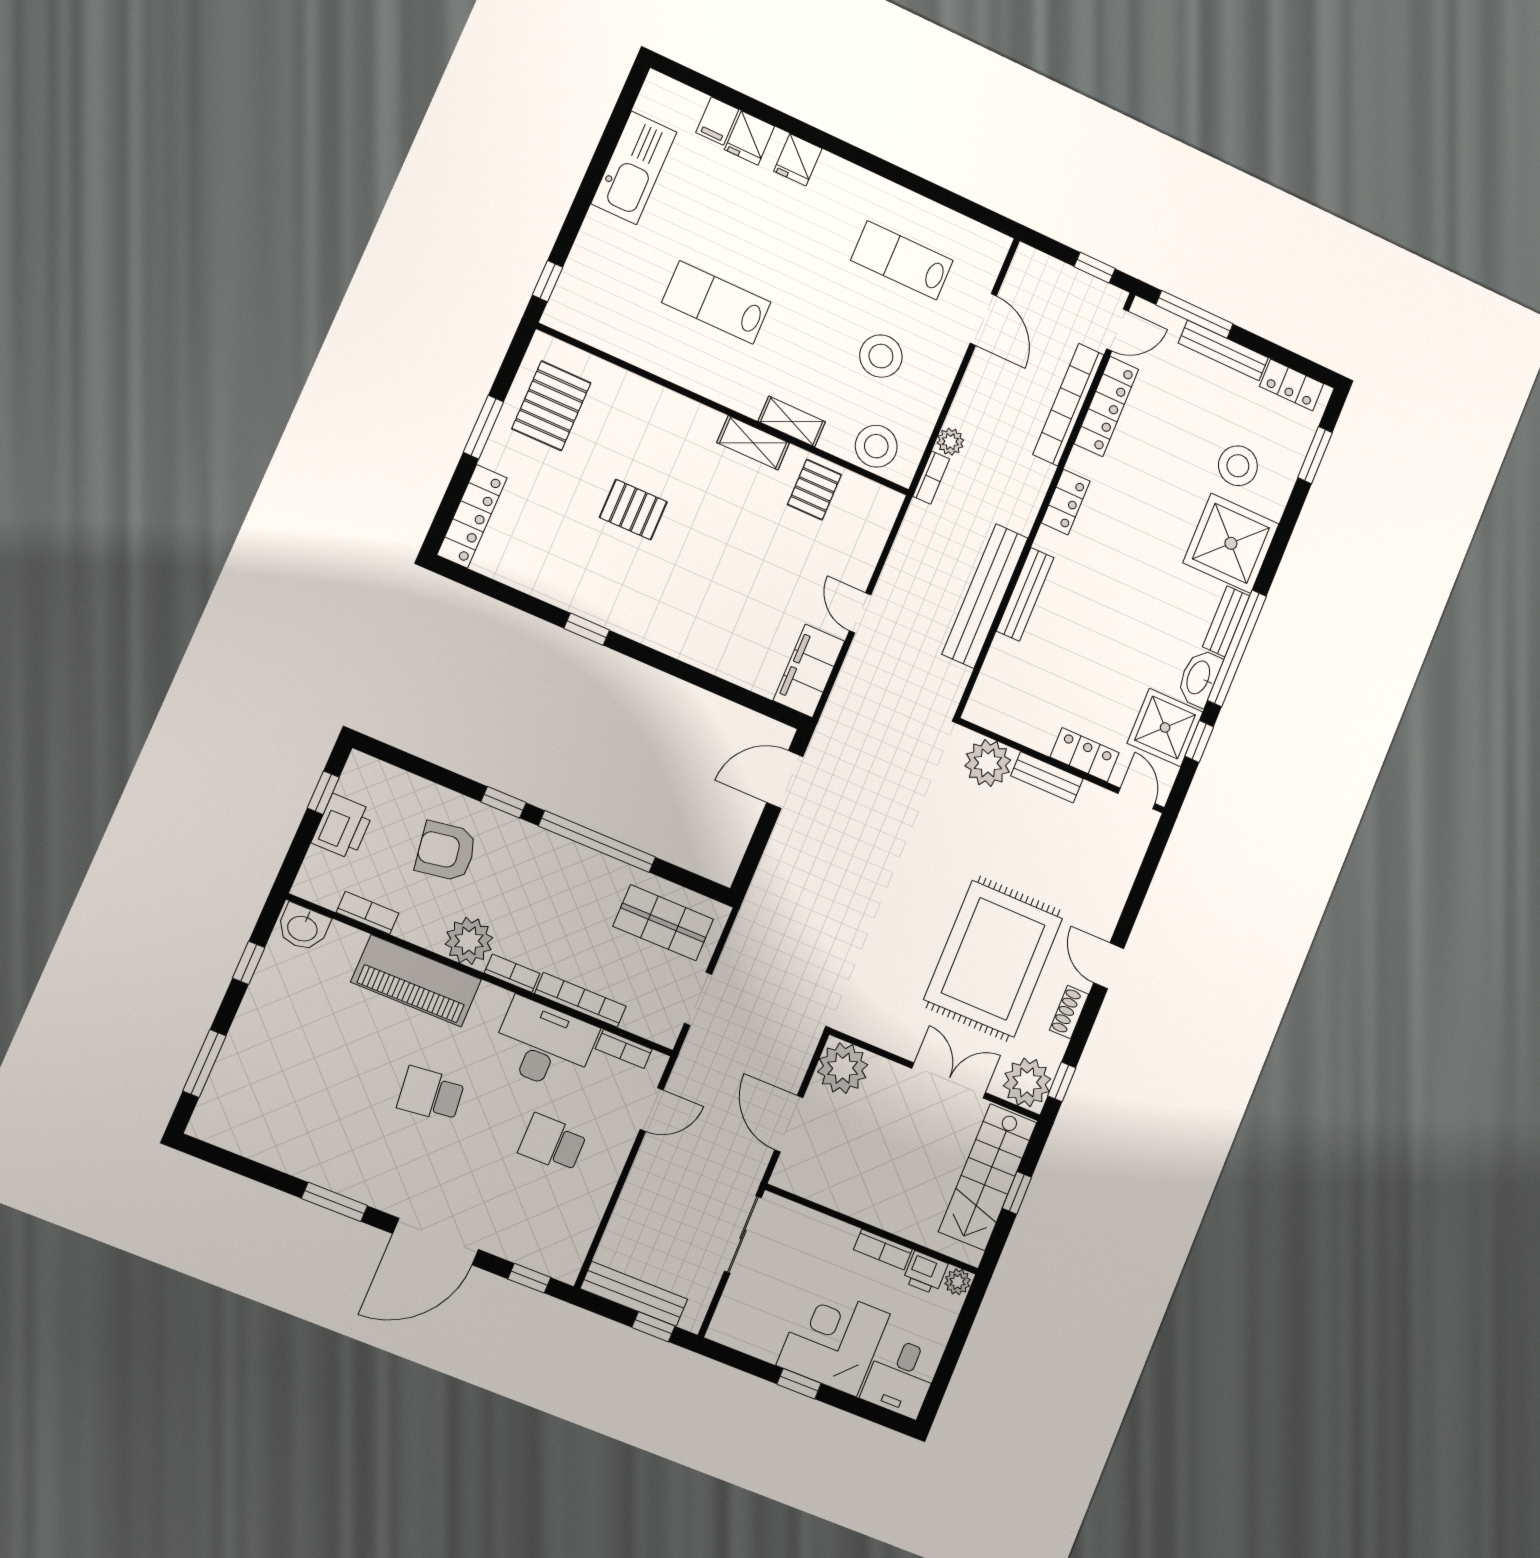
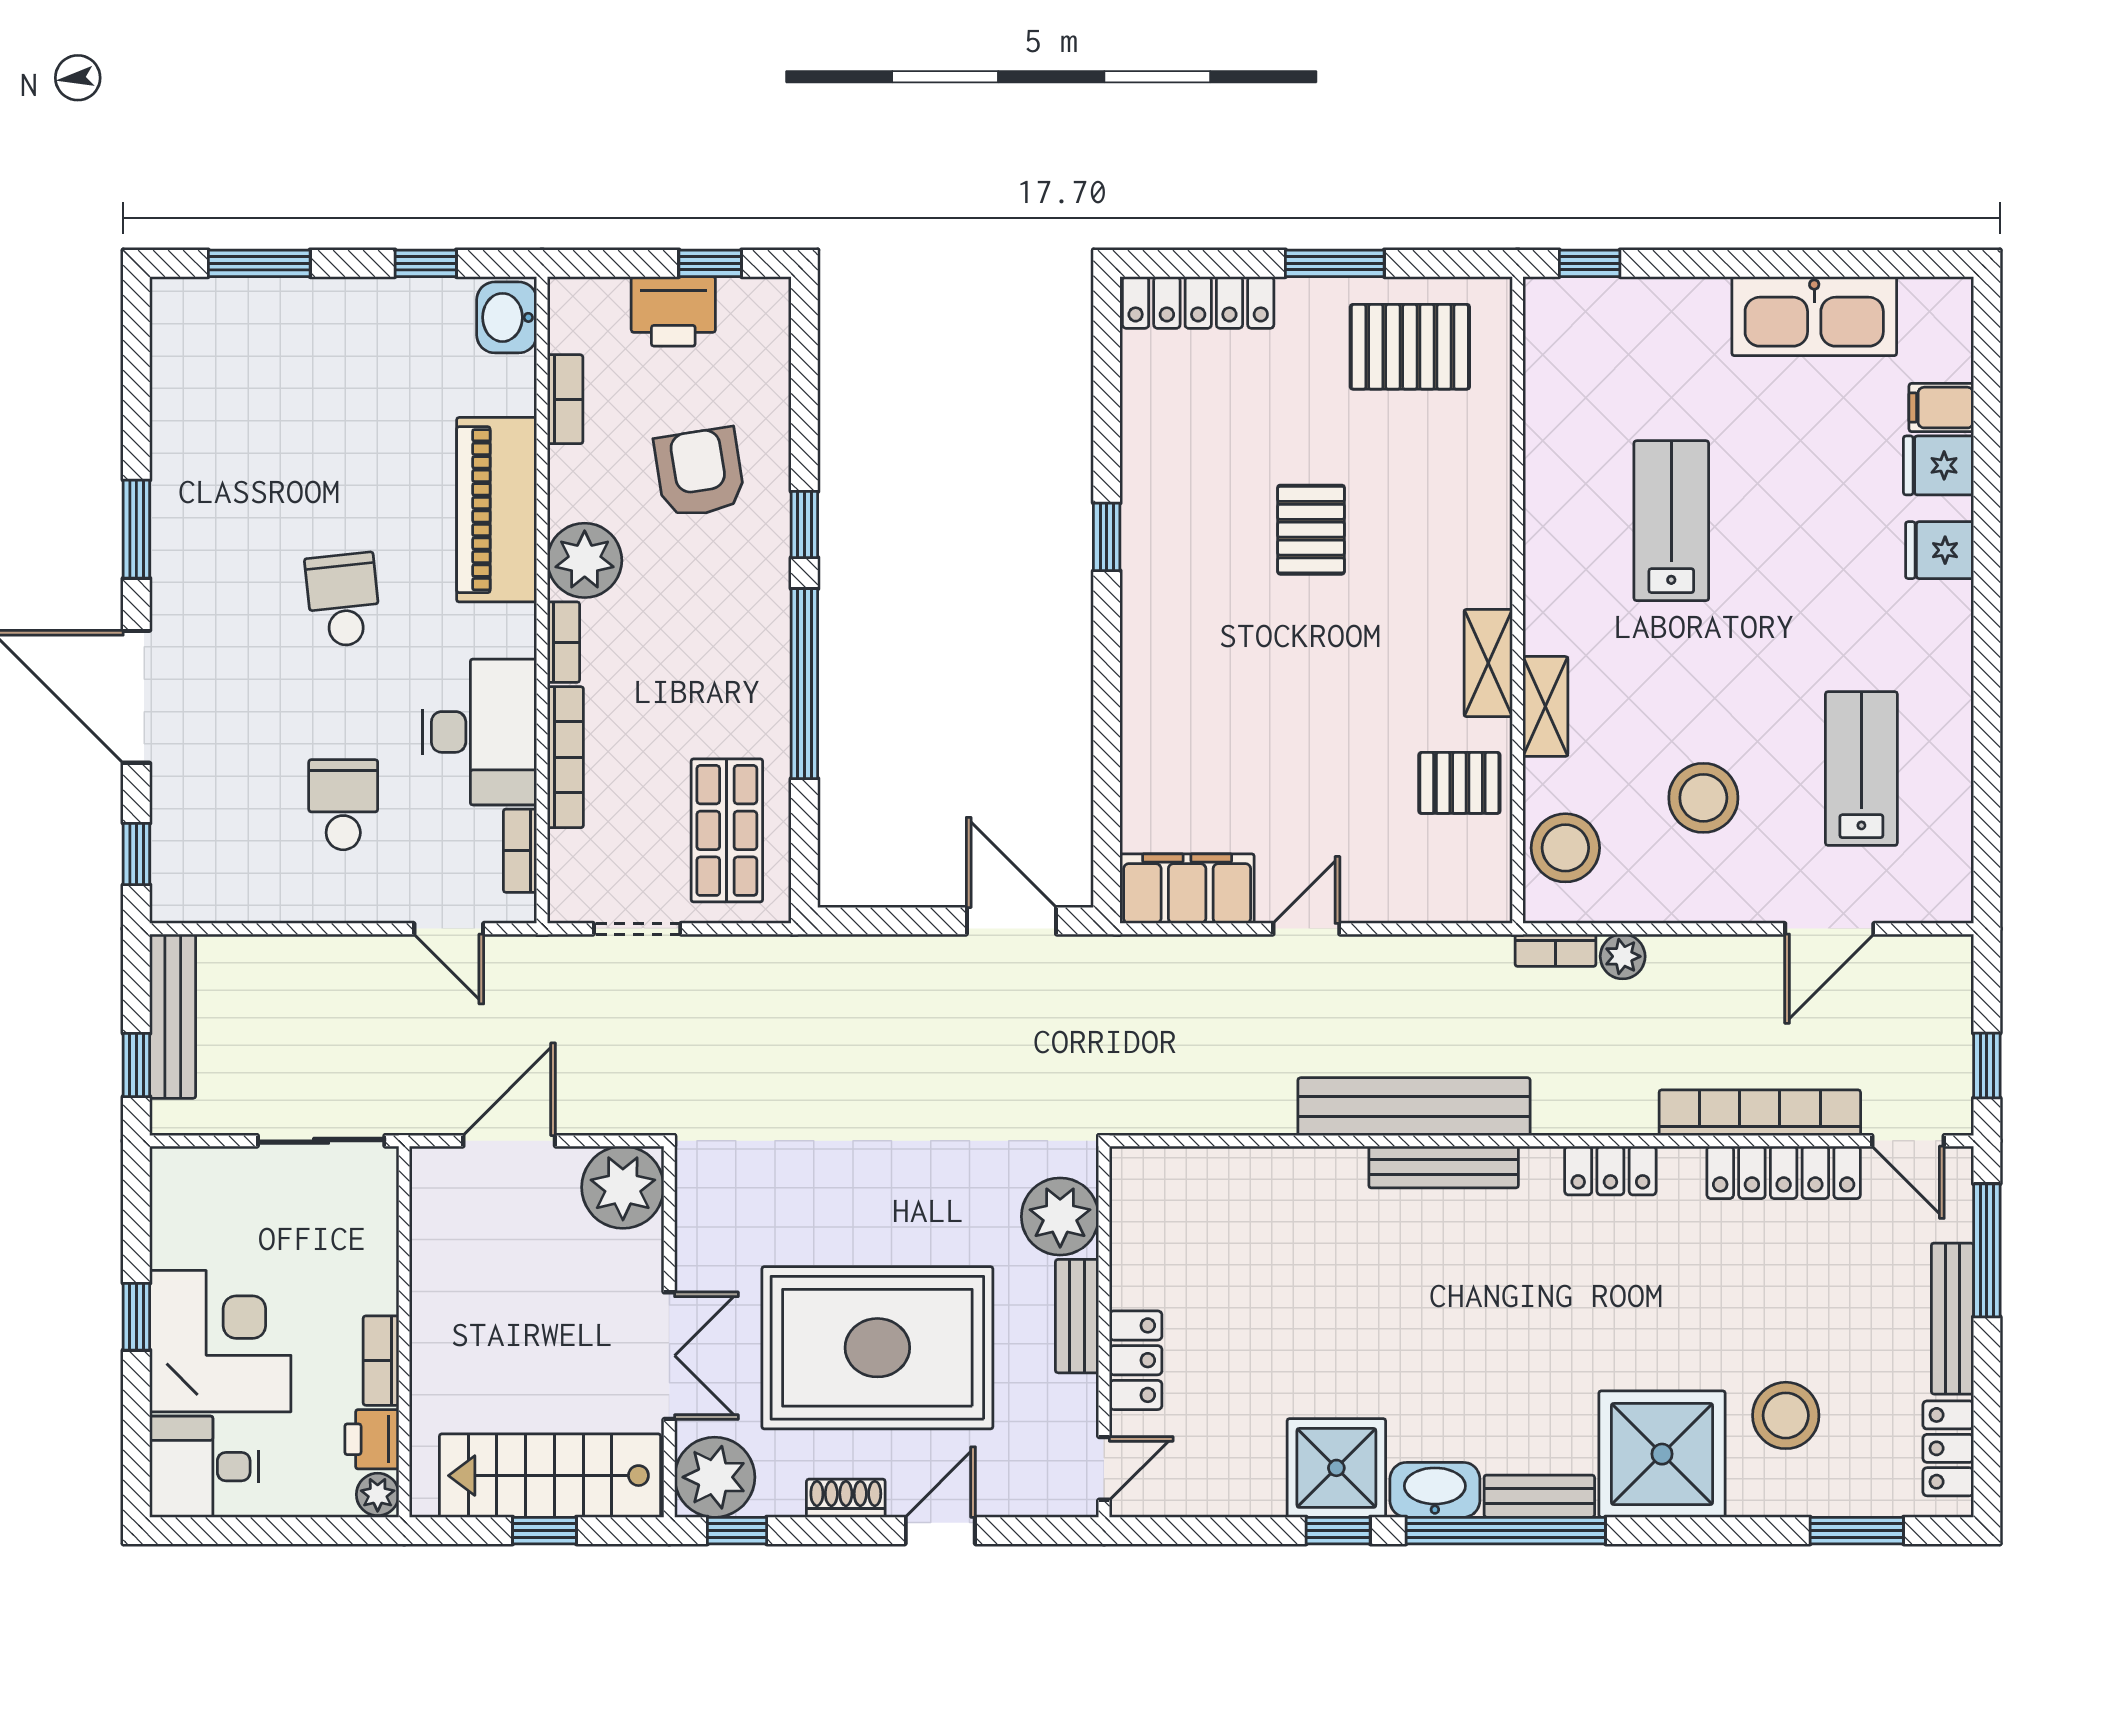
locker: (1085, 755) -> (1136, 1360), moved
plant: (988, 763) -> (1060, 1217), moved
wall: (1062, 766) -> (1104, 1332), moved
bench: (1047, 777) -> (1077, 1316), moved
door: (1137, 799) -> (1104, 1468), moved

